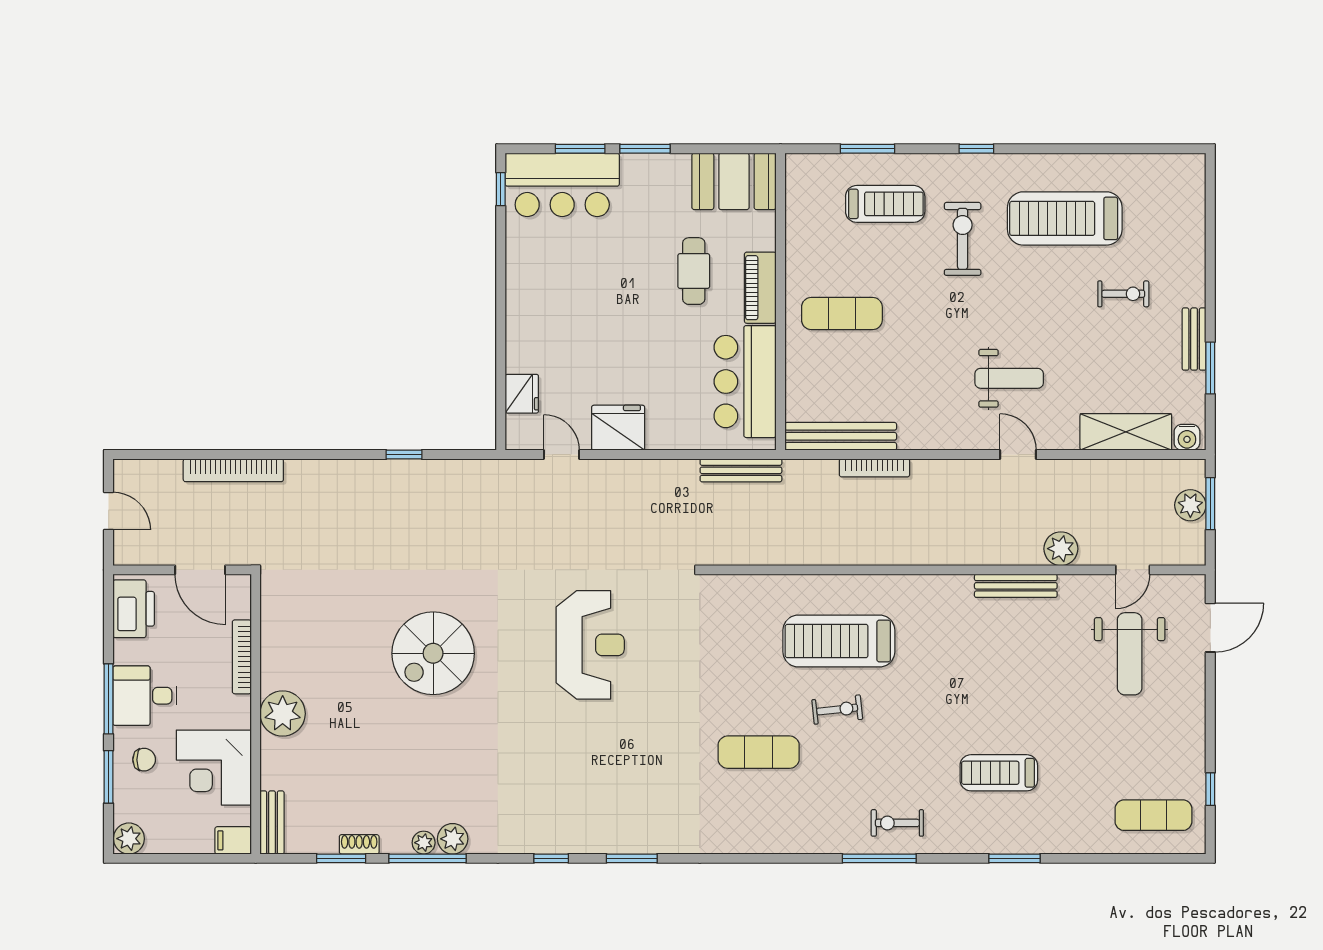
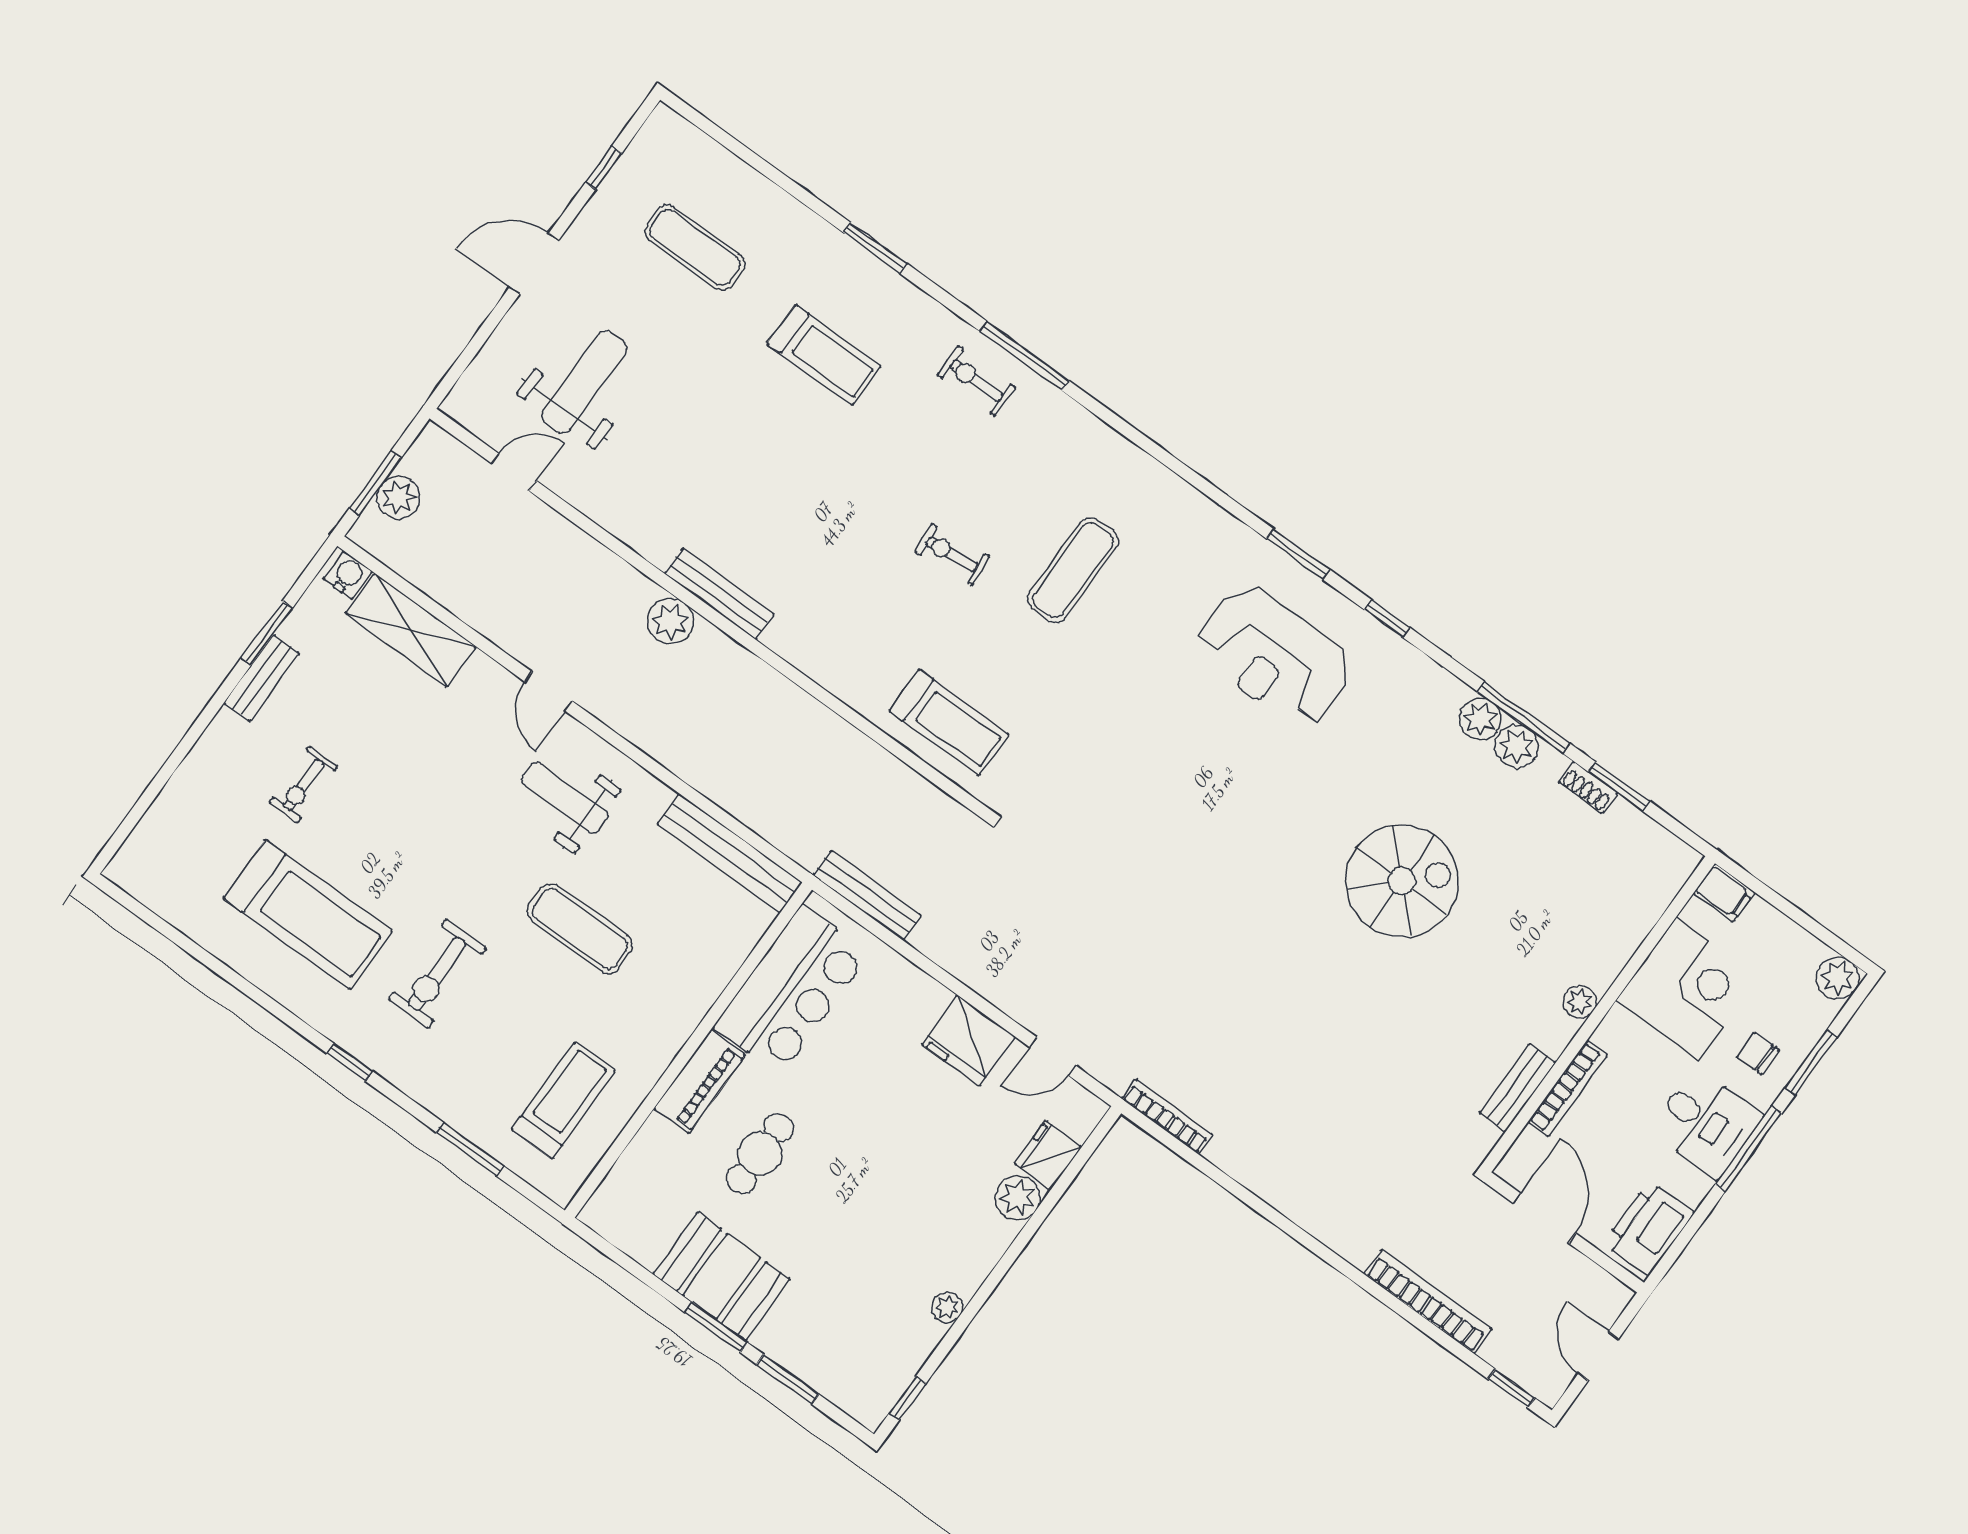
booth: (734, 181) -> (721, 1277), moved
bar counter: (562, 185) -> (836, 1354), removed
treadmill: (885, 204) -> (563, 1100), moved, turned 90
plant: (516, 260) -> (947, 1307), added
exercise bike: (1123, 294) -> (304, 785), turned -90
exercise mat: (842, 314) -> (580, 929), moved
plant: (521, 356) -> (1018, 1198), added
weight bench: (1009, 378) -> (565, 798), moved
window: (404, 455) -> (1512, 1389), moved
door: (561, 455) -> (1053, 1056), hinge flipped
bookcase: (875, 468) -> (1167, 1117), moved
plant: (1061, 549) -> (670, 621), moved
bench: (1016, 586) -> (719, 594), moved
door: (1210, 628) -> (534, 264), moved
treadmill: (839, 641) -> (949, 723), moved, width x0.73, depth x0.73
reception desk: (590, 645) -> (1274, 656), moved, turned -90
spiral stairs: (433, 653) -> (1402, 881), moved
plant: (283, 714) -> (1580, 1002), width x0.53, depth x0.53
exercise mat: (759, 752) -> (1073, 570), turned 90
exercise mat: (1153, 815) -> (695, 247), moved
bench: (272, 822) -> (1518, 1088), moved
exercise bike: (897, 823) -> (976, 381), turned 180
plant: (424, 843) -> (1517, 746), width x1.38, depth x1.38

